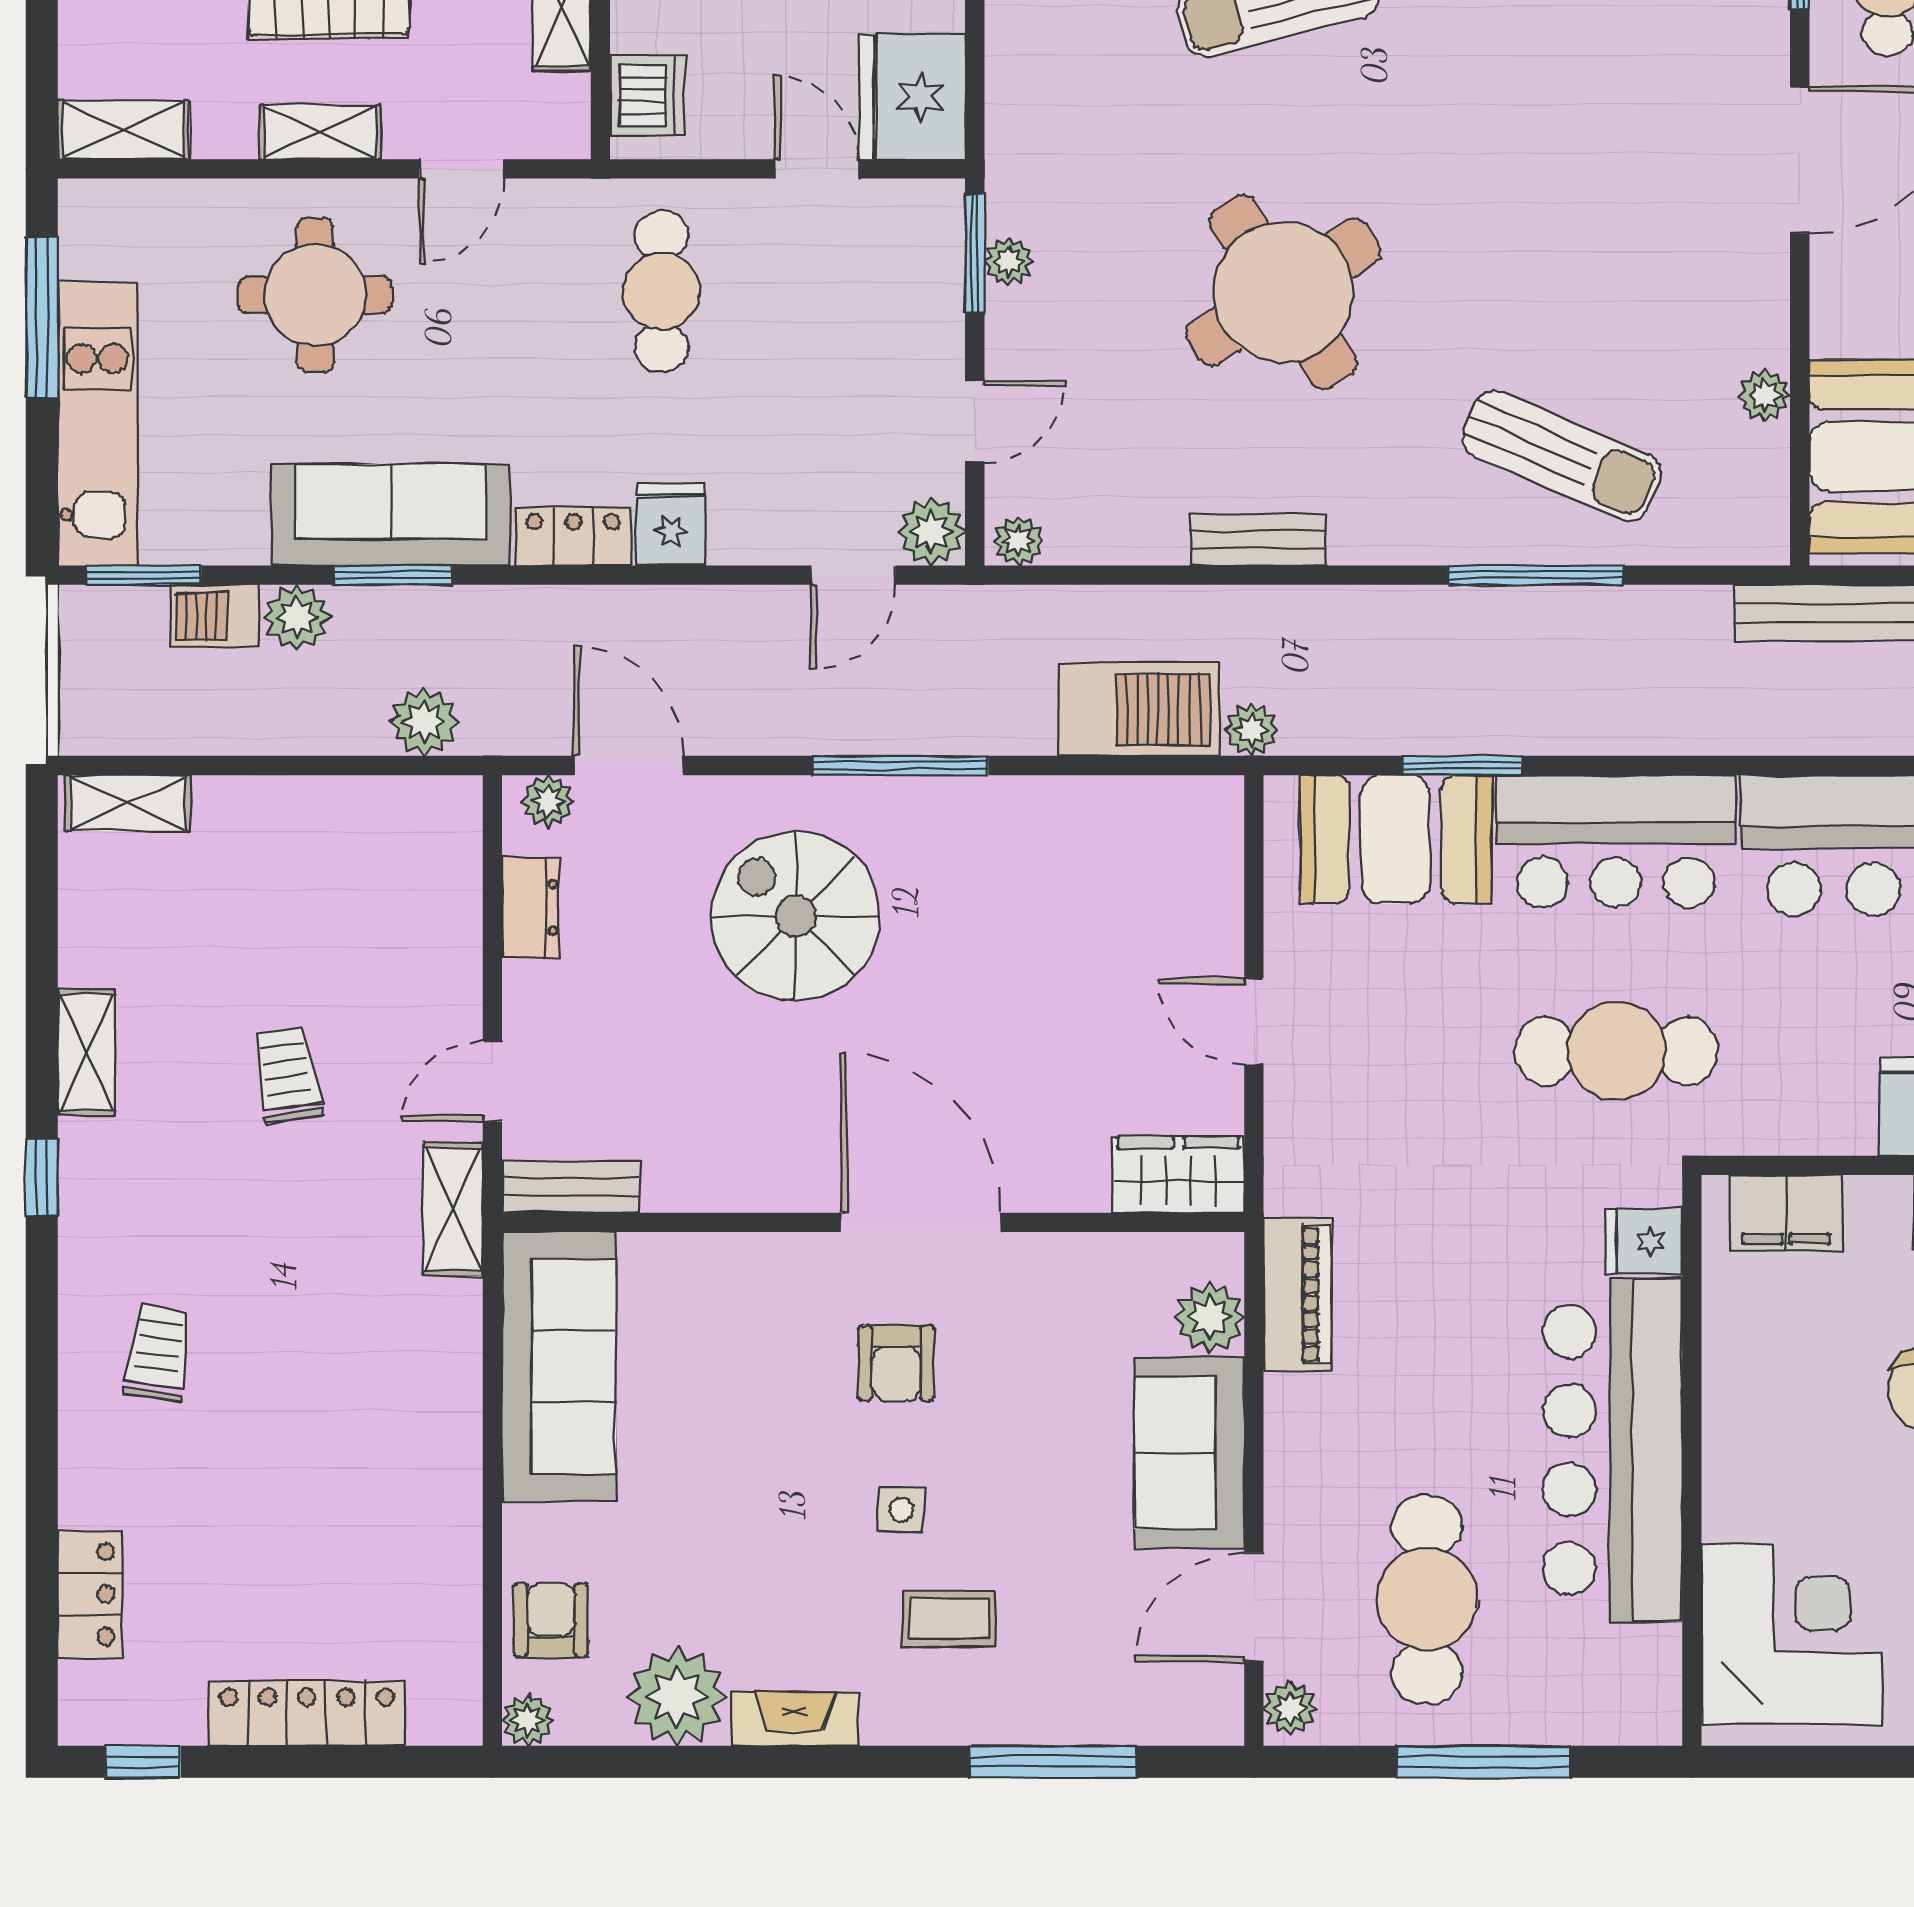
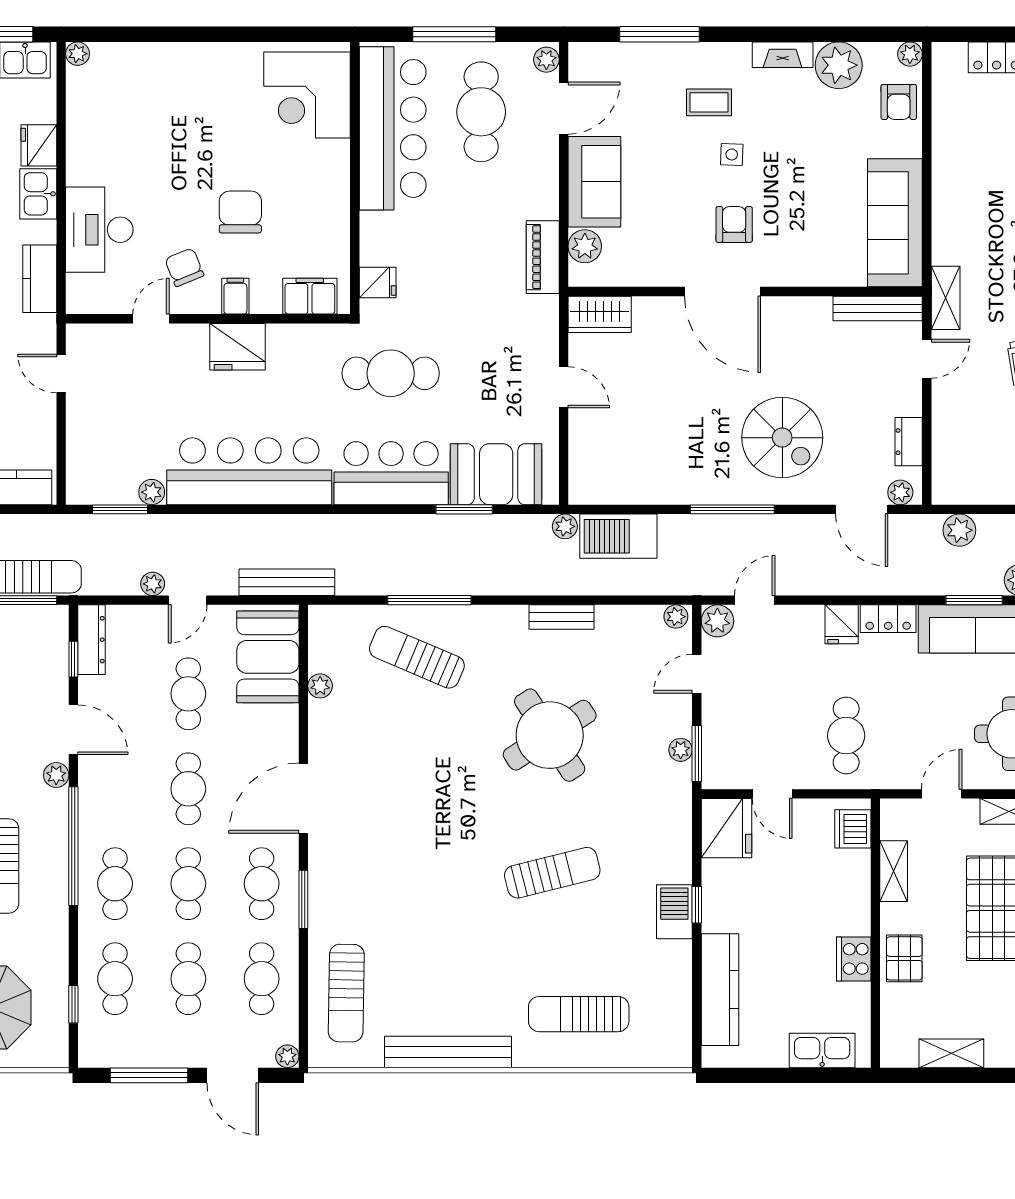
bench: (570, 1187) -> (878, 309), width x1.36
bar counter: (1612, 1450) -> (393, 128), moved

